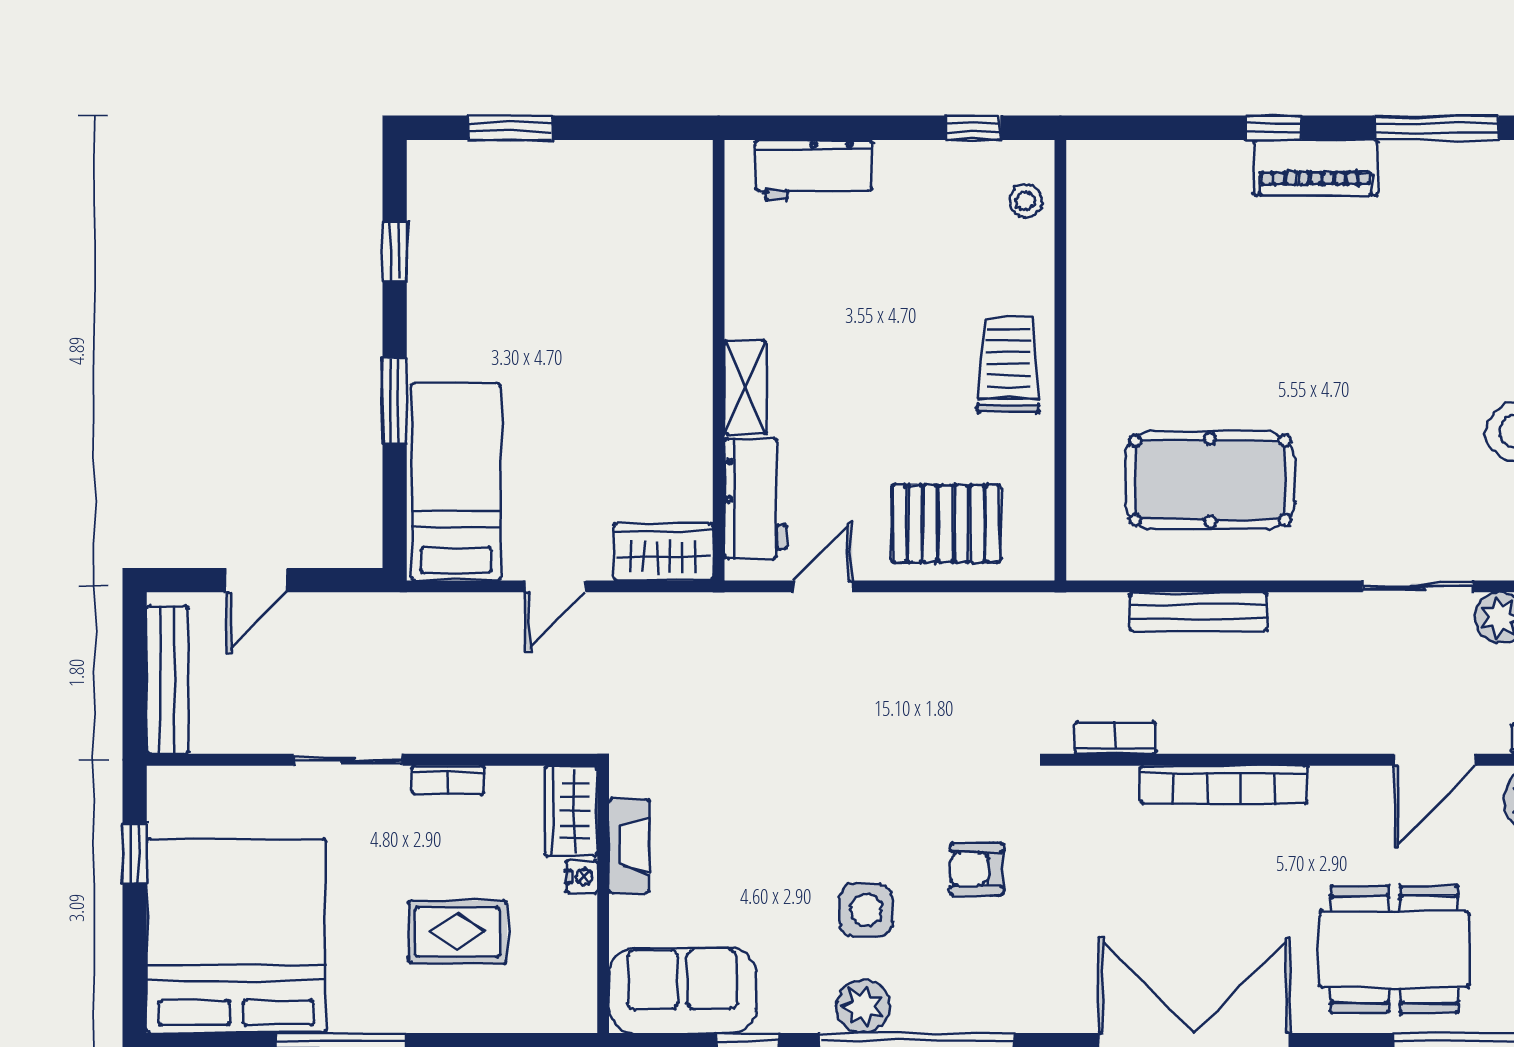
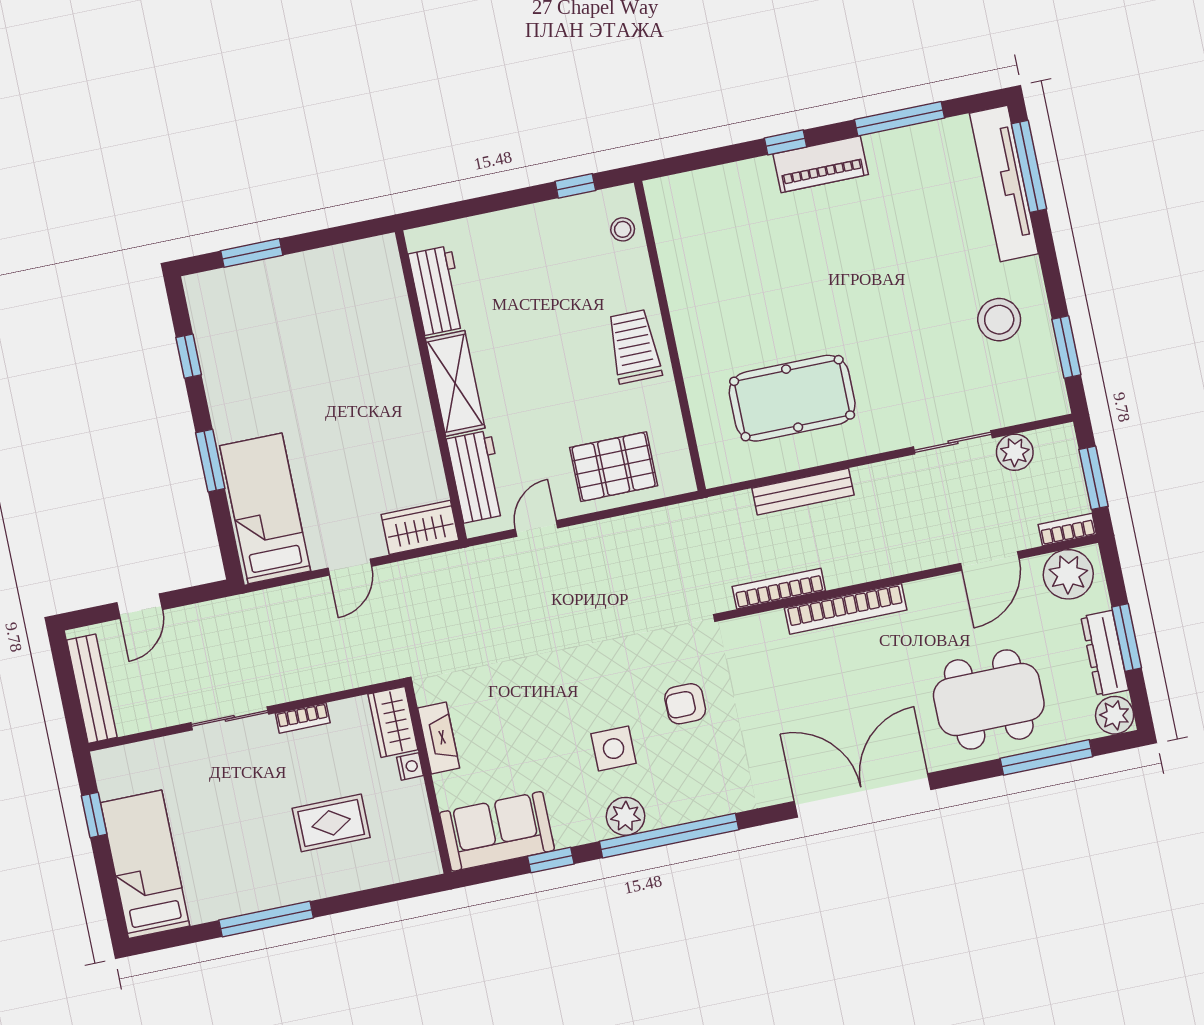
workbench: (814, 170) -> (438, 290), moved, turned -90
shelving: (745, 388) -> (455, 383), width x1.50, depth x1.33
bookcase: (1115, 738) -> (779, 589), width x1.56
bed: (236, 936) -> (145, 864), width x0.49

